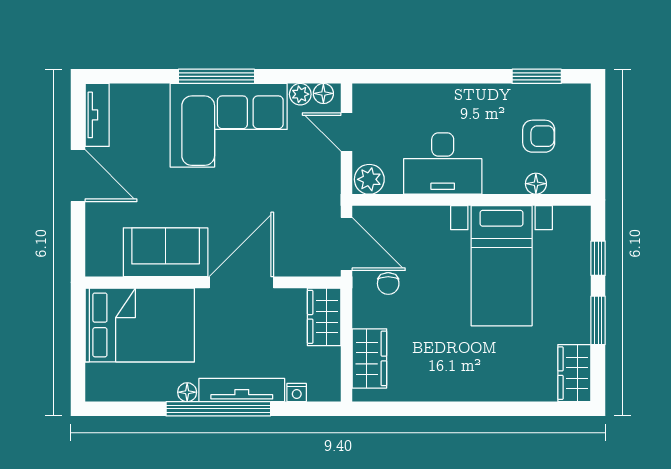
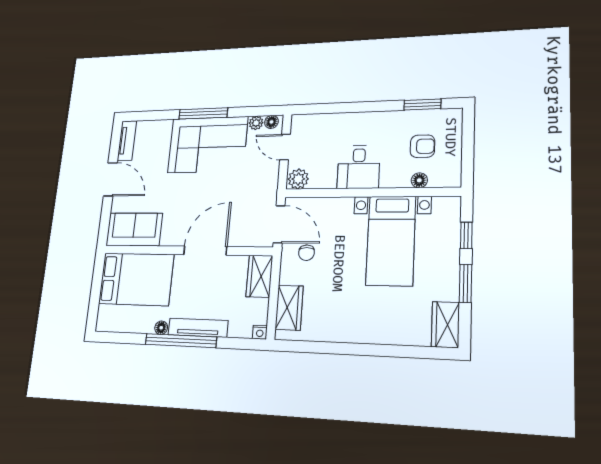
desk: (443, 164) -> (359, 167), width x0.73
sofa: (166, 252) -> (134, 229), moved
nightstand: (297, 393) -> (260, 332), moved

